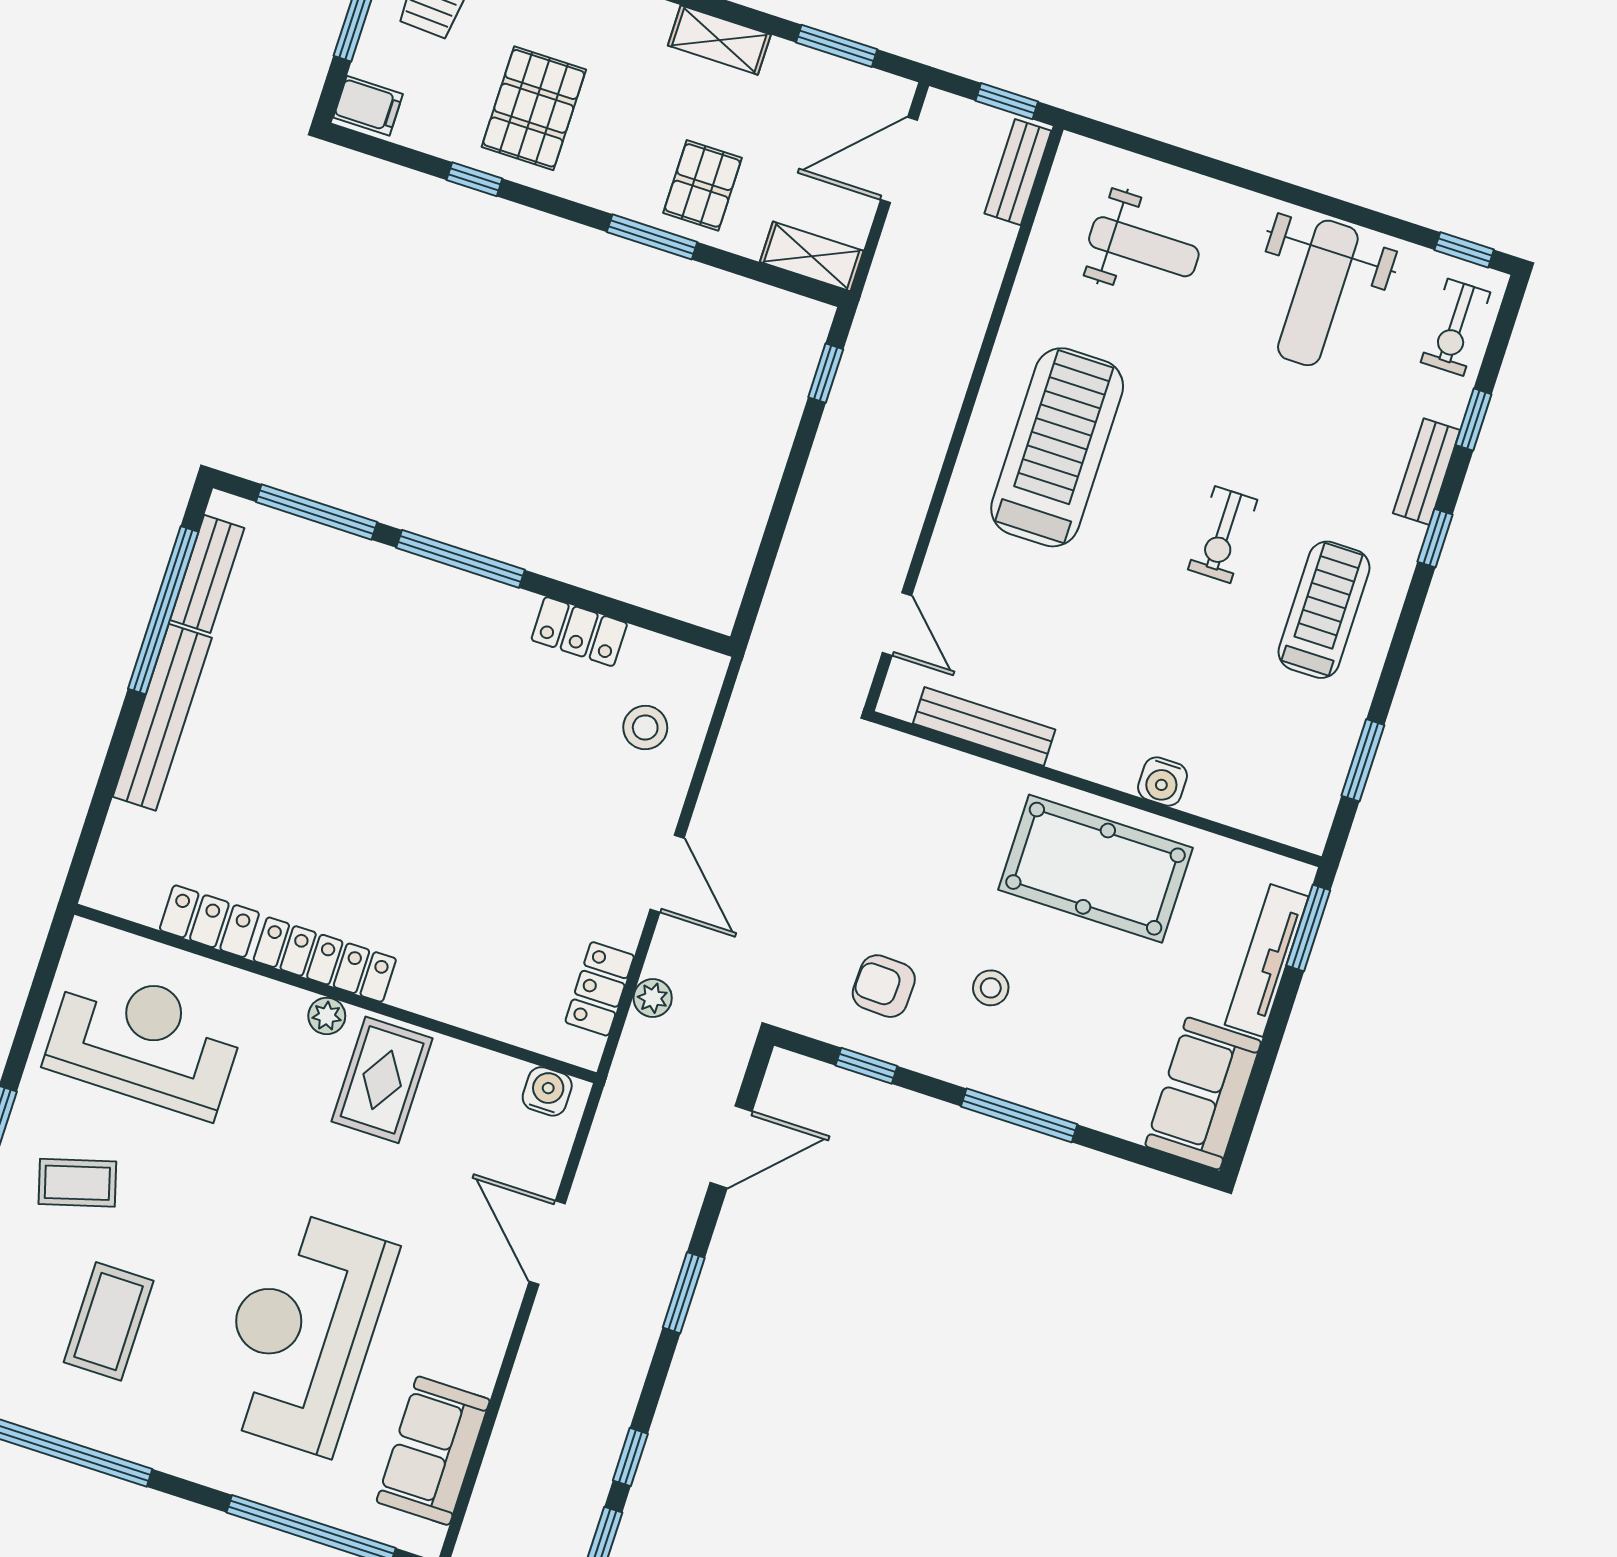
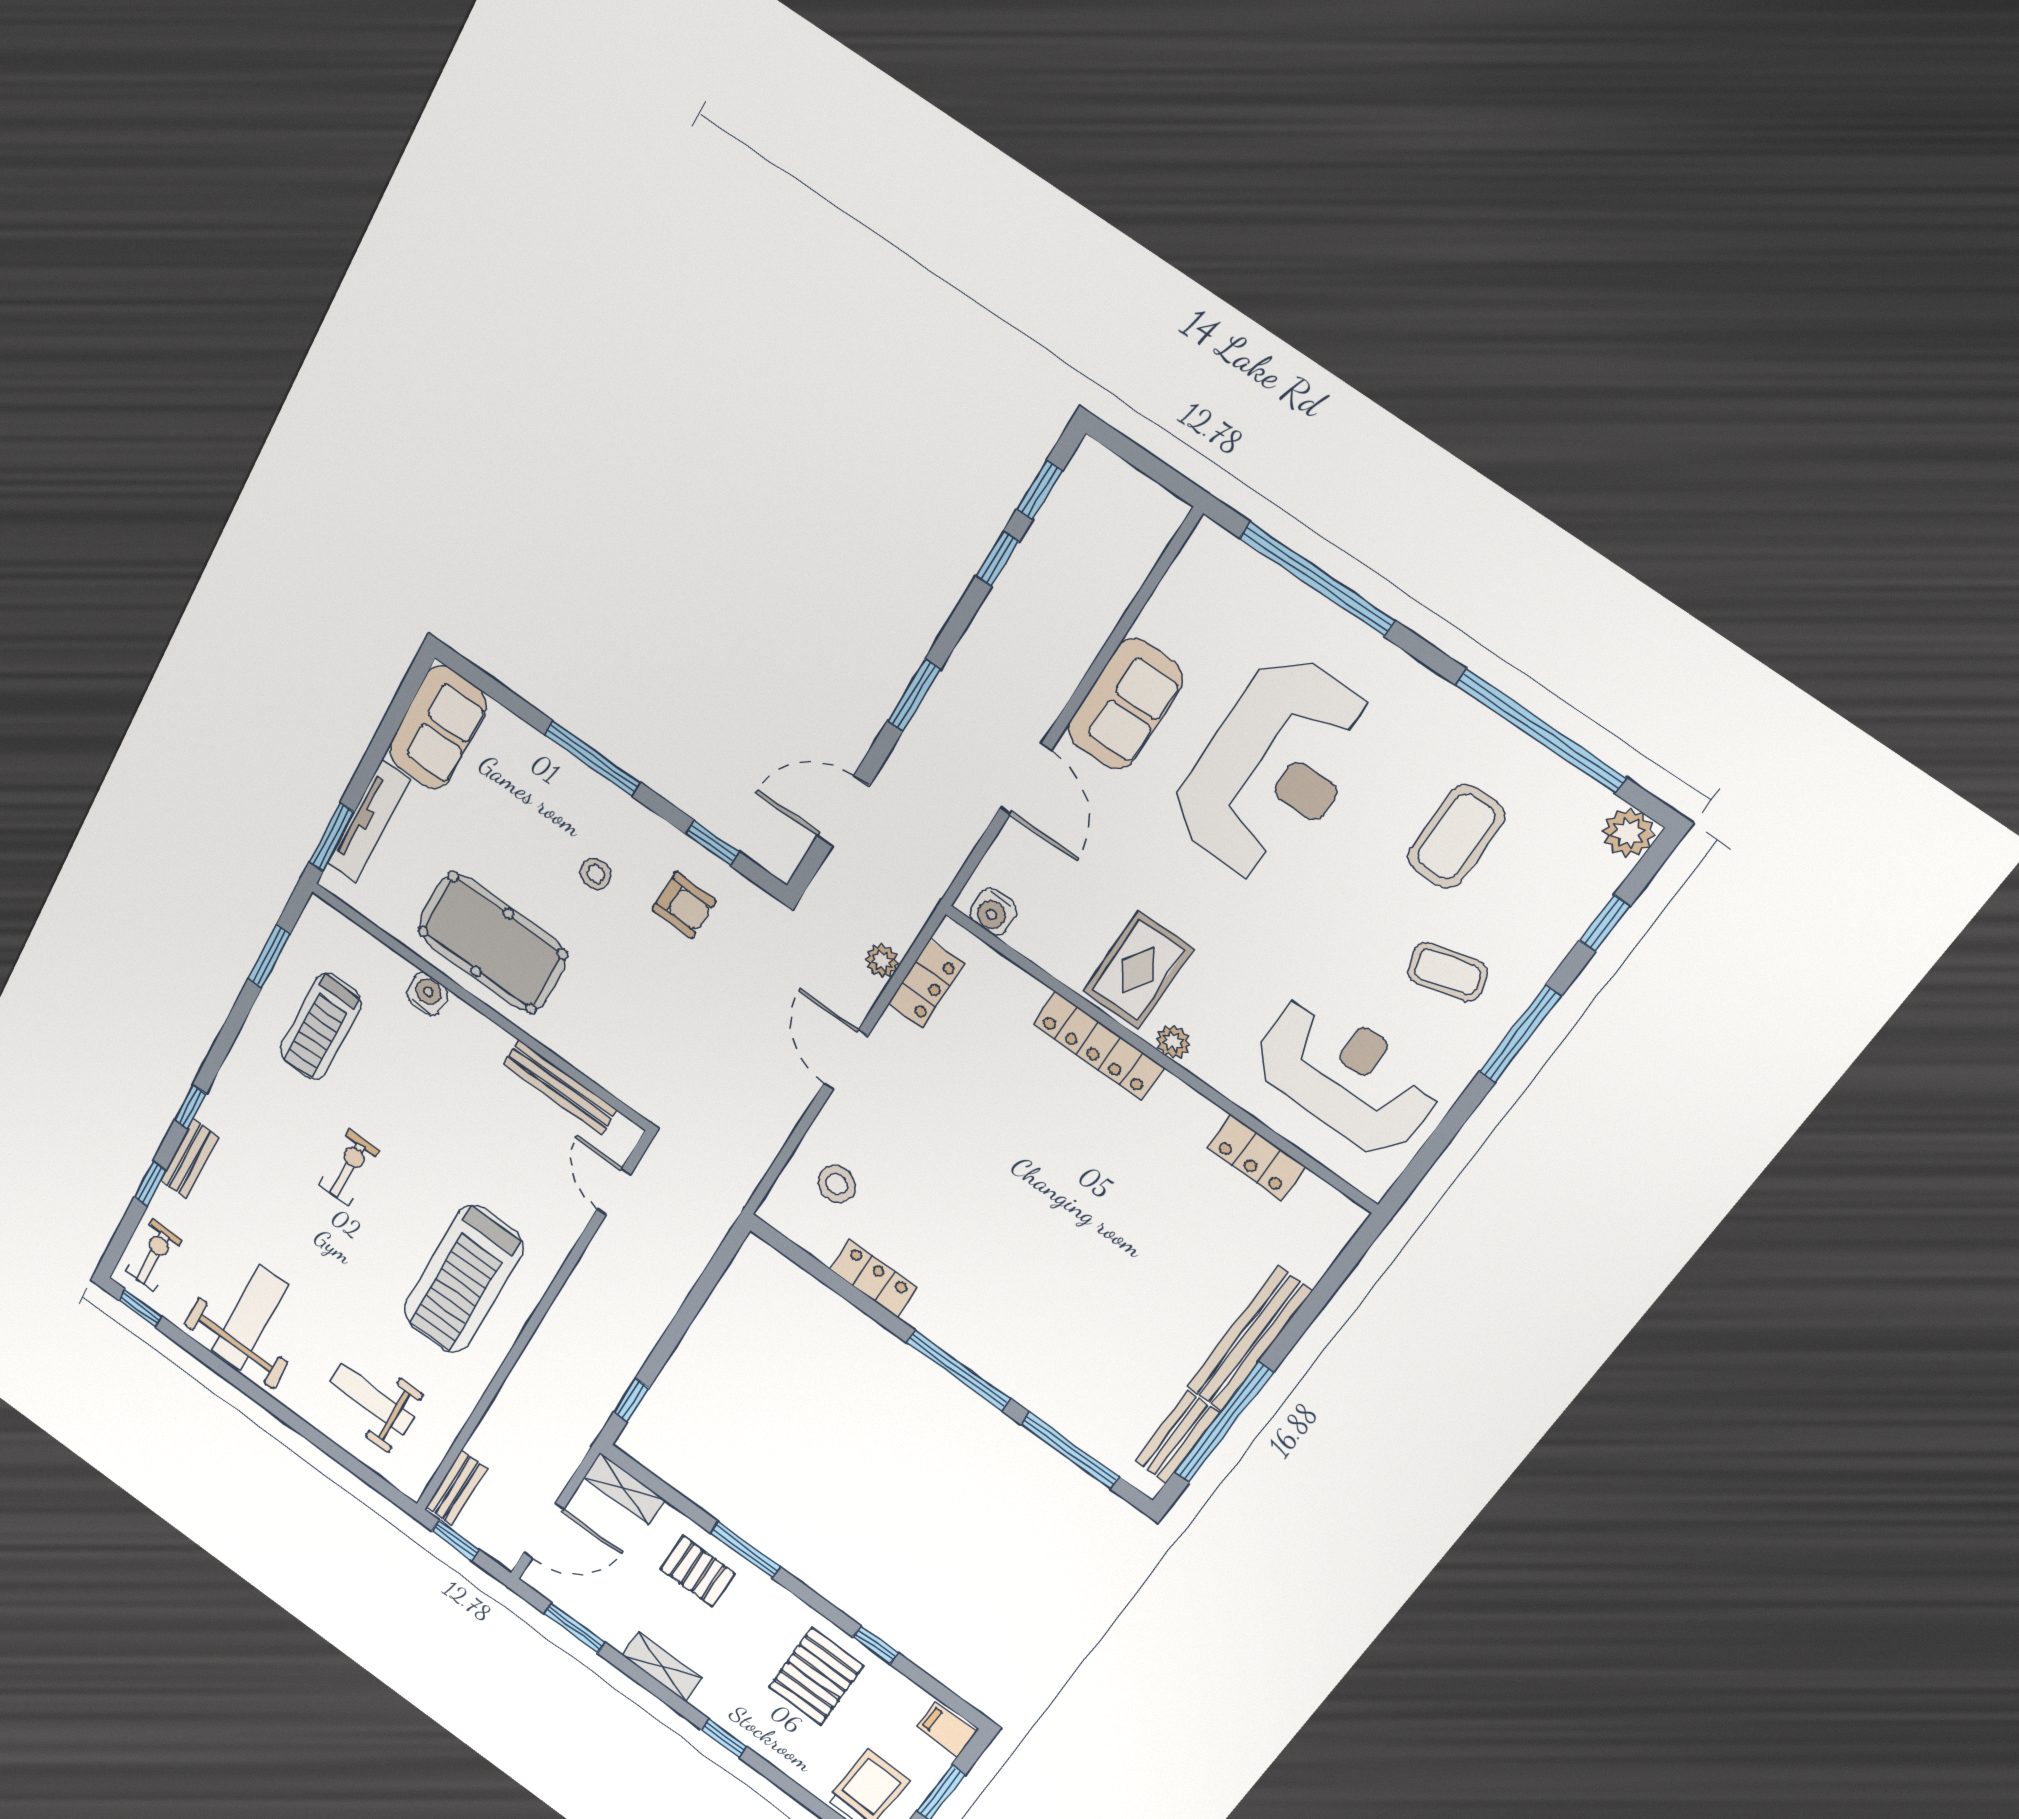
pallet: (703, 185) -> (698, 1571), turned 90
treadmill: (1324, 610) -> (321, 1027), moved
locker: (325, 960) -> (1099, 1046), moved
reception desk: (145, 1041) -> (1346, 1076), turned 180
sofa: (433, 1451) -> (1125, 704), moved

